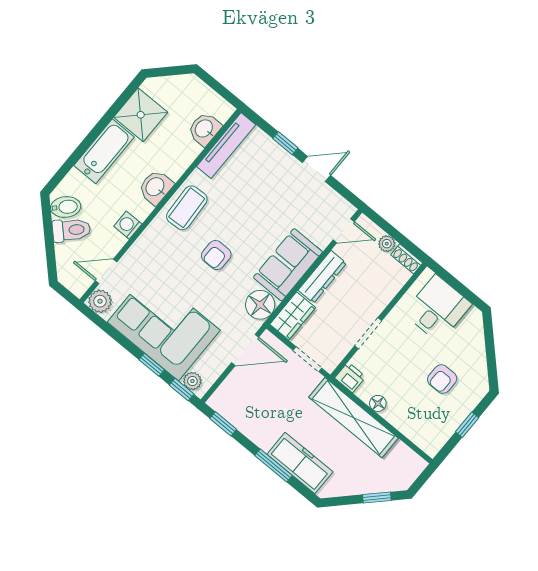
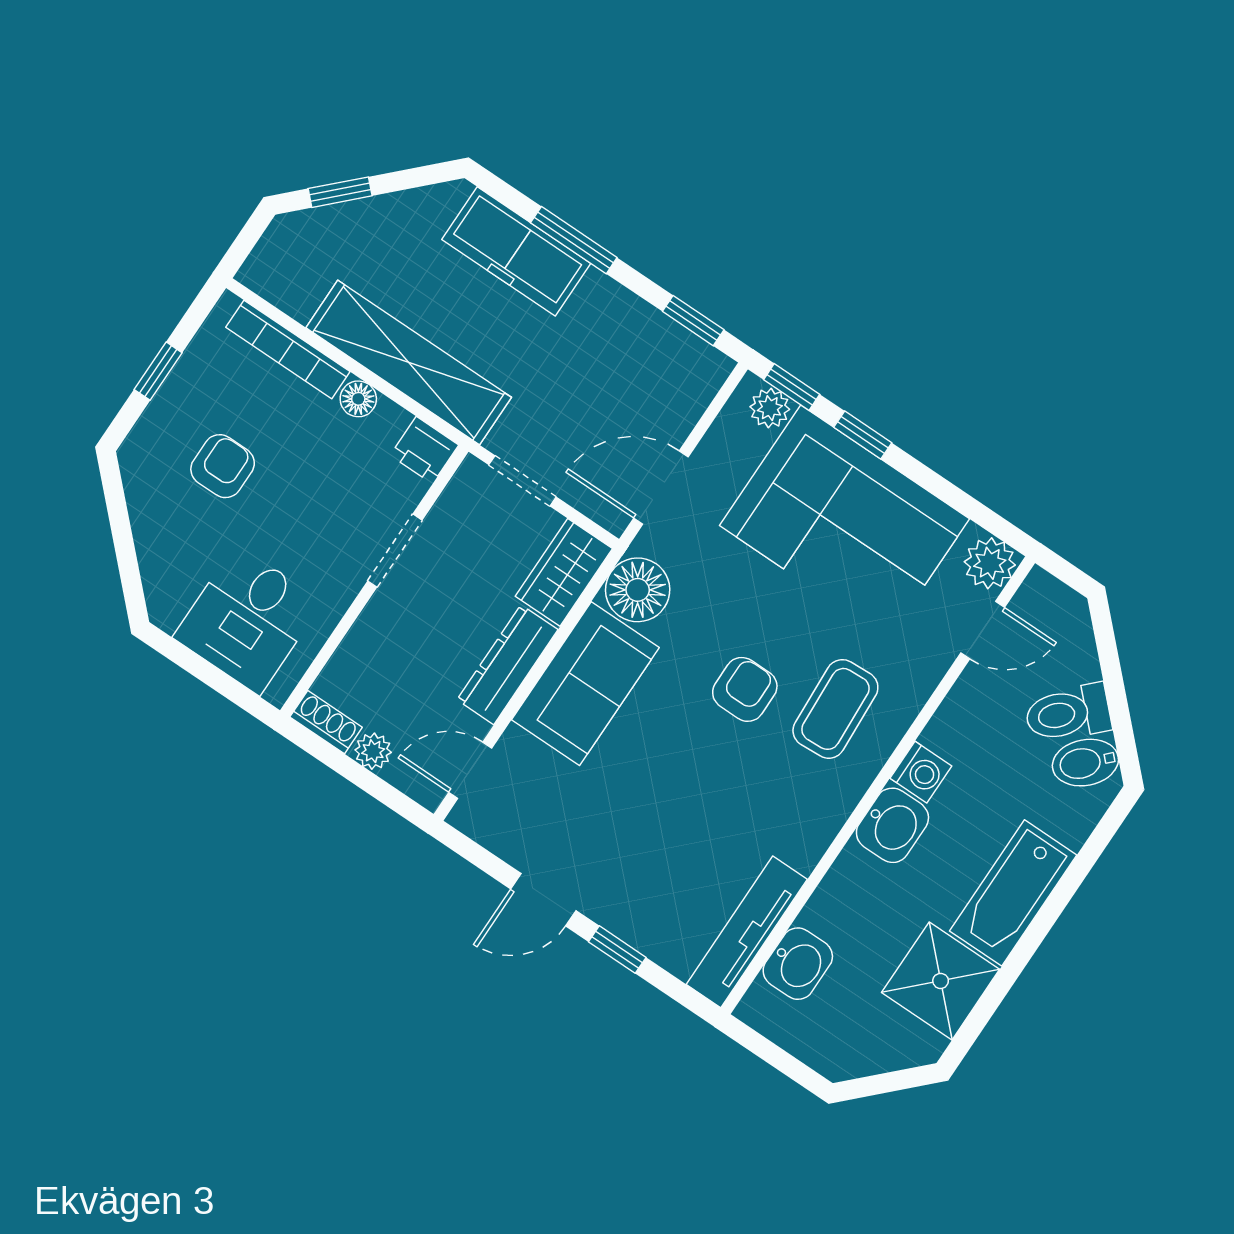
coffee table: (187, 208) -> (835, 709), moved
washing machine: (128, 225) -> (921, 772), moved
bookcase: (407, 429) -> (288, 349), added

